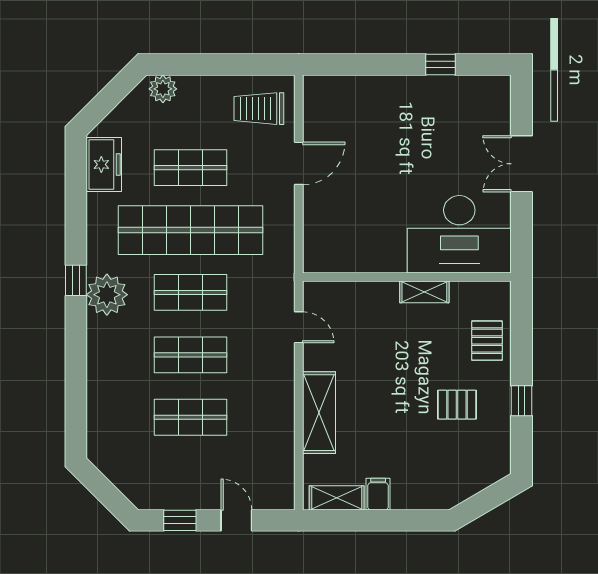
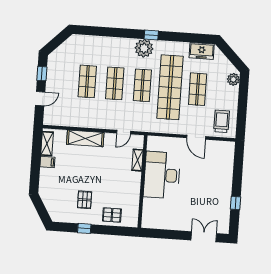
double door: (522, 164) -> (204, 237), moved
desk: (459, 234) -> (162, 175), moved
shelving: (424, 292) -> (137, 160), moved

